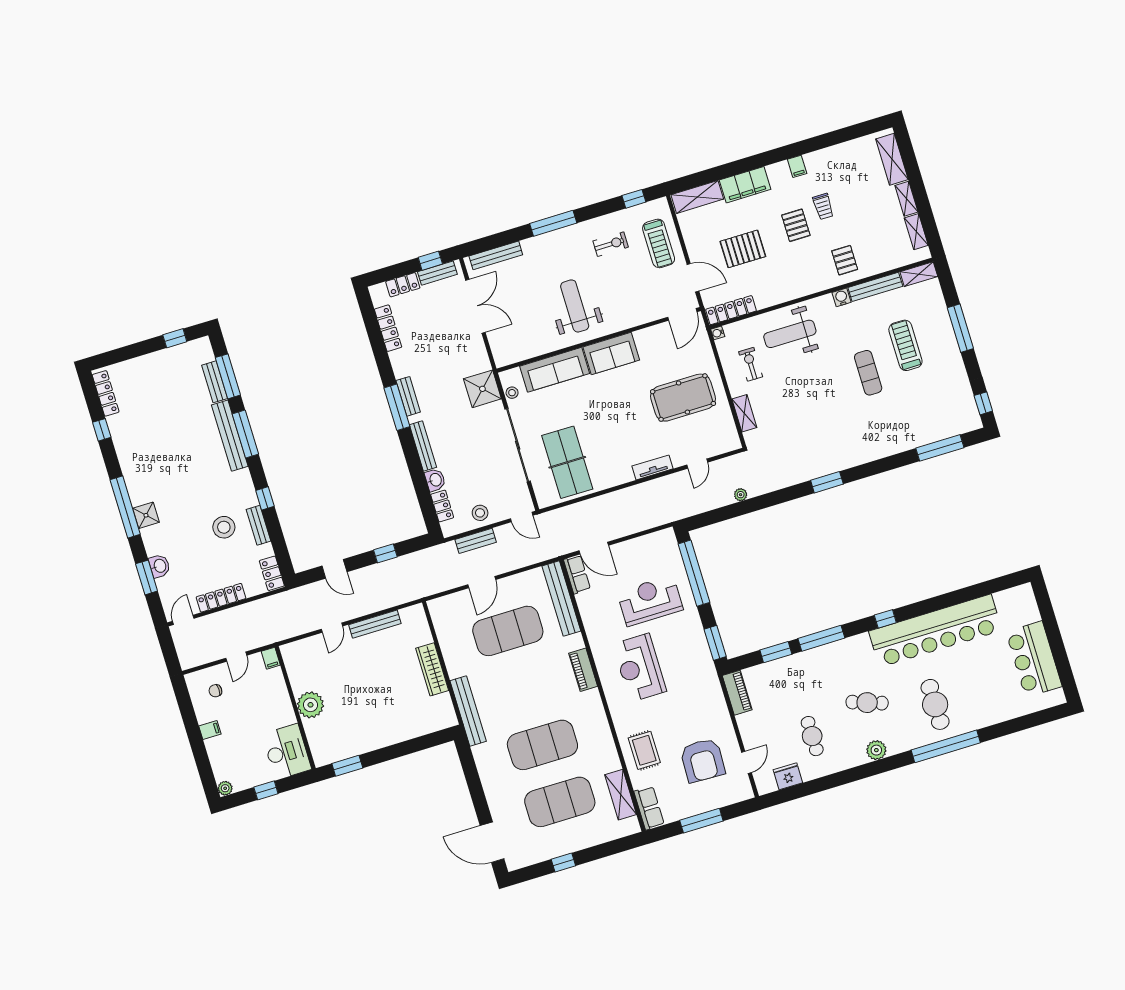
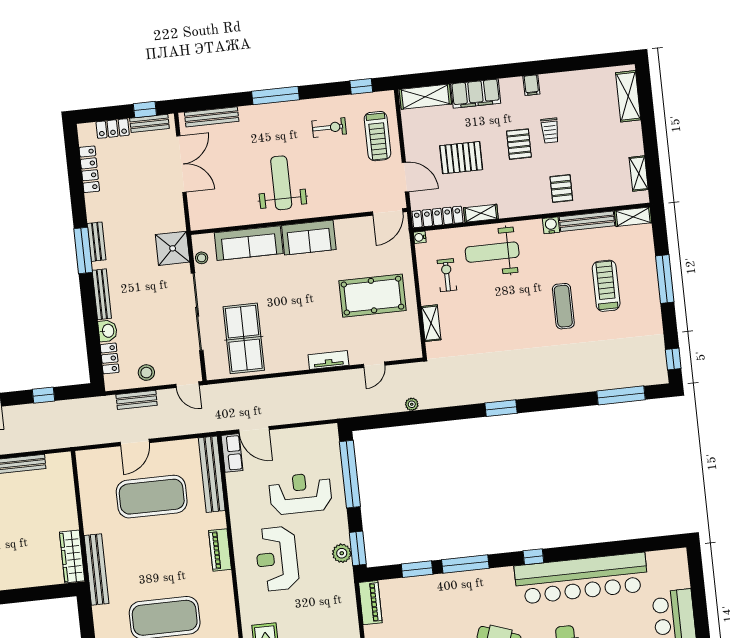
shelving: (906, 199) -> (481, 213), moved, turned 90
plant: (701, 651) -> (342, 553), added
wardrobe: (432, 669) -> (72, 556), moved

